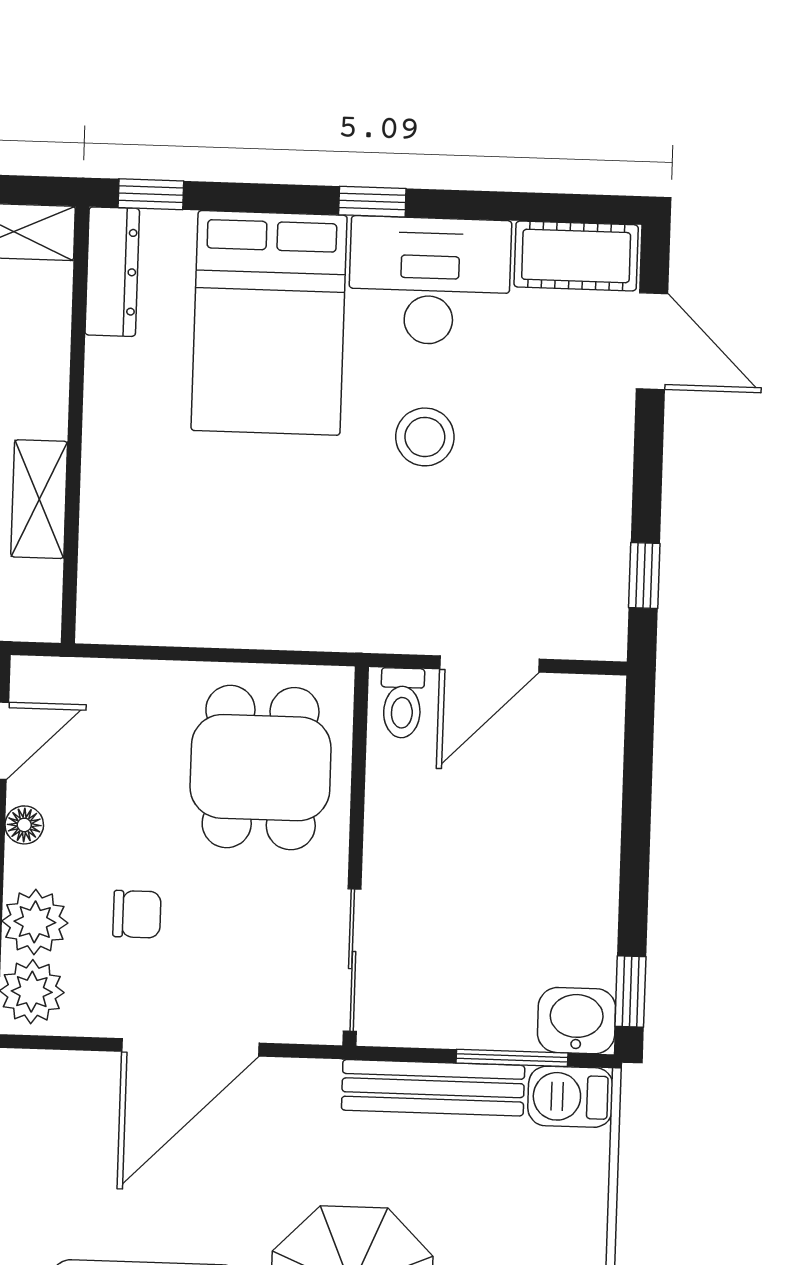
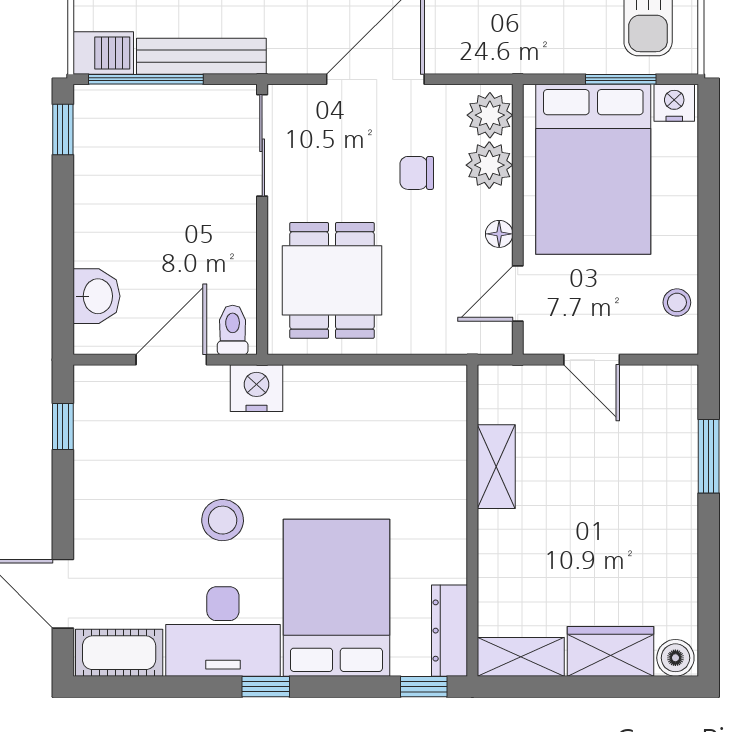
nightstand: (371, 620) -> (257, 388), added
washbasin: (576, 1021) -> (97, 296), moved, turned -90
window: (512, 1058) -> (146, 79), width x1.44

